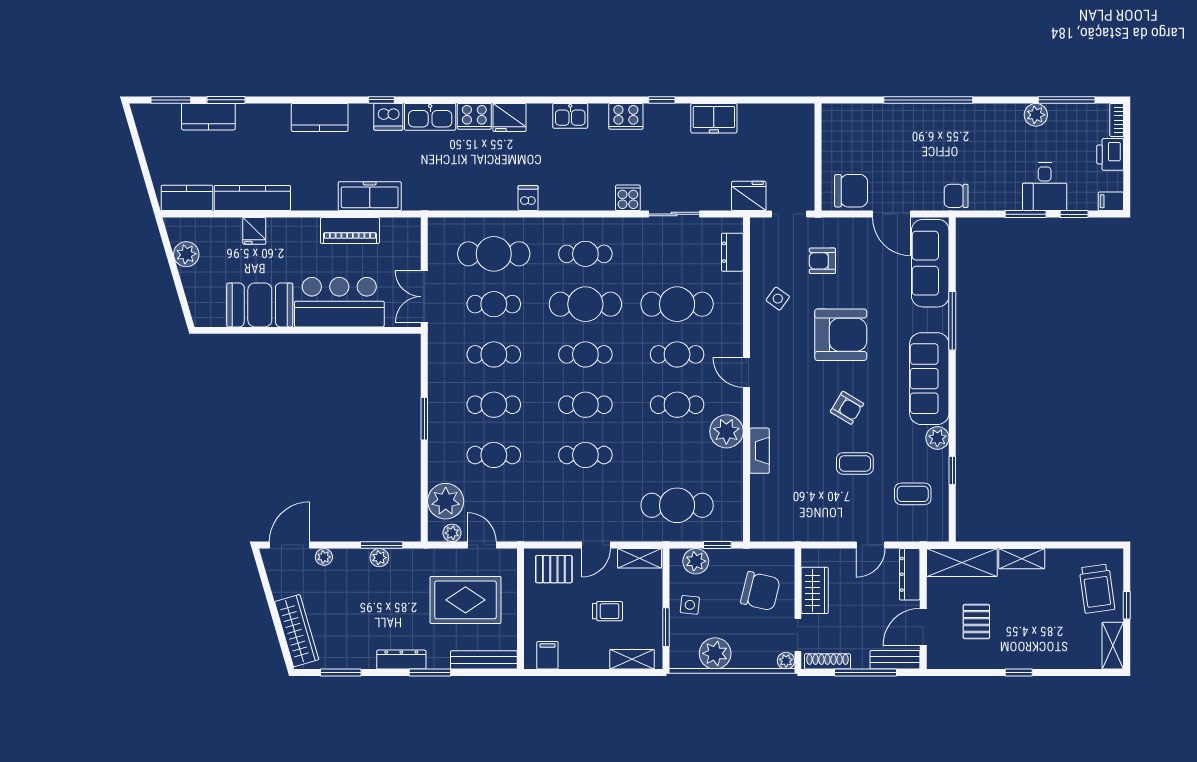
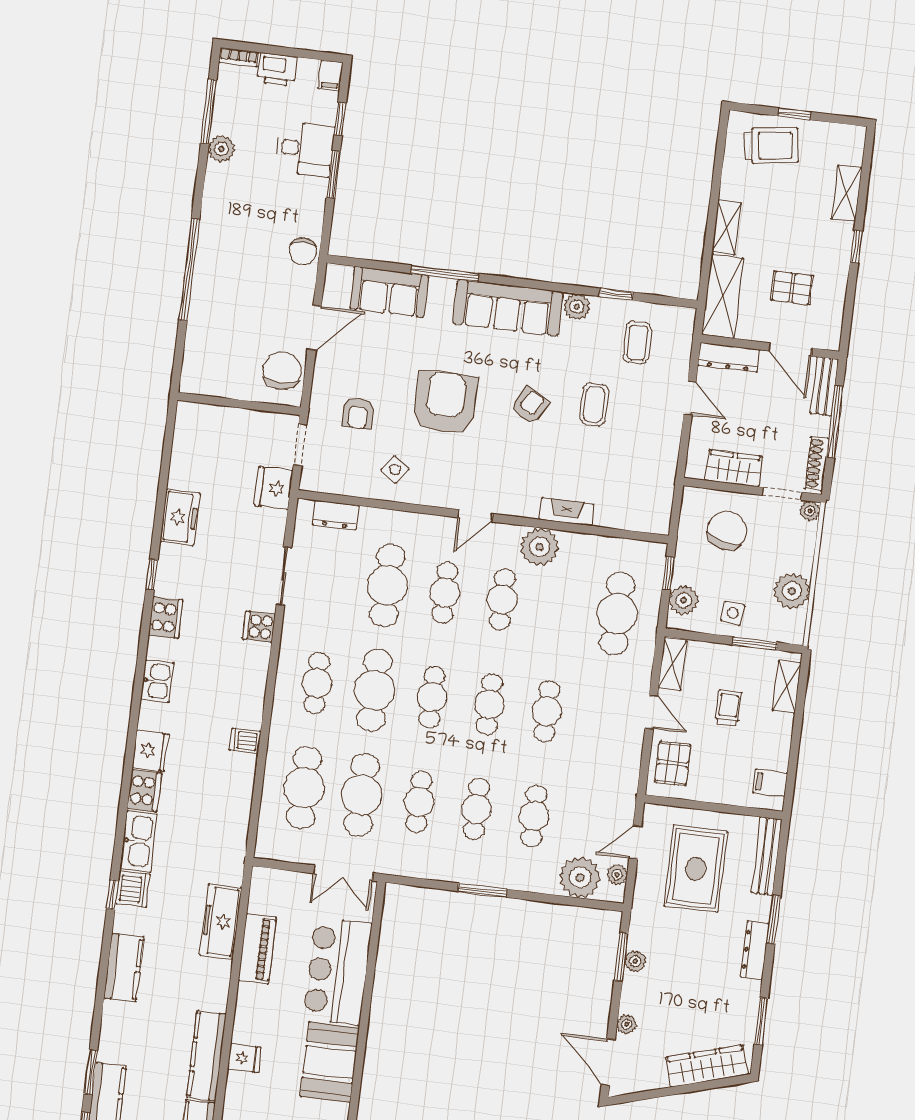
sofa: (930, 263) -> (389, 292), width x0.73
cafe table: (494, 304) -> (362, 795), width x1.37, depth x1.35
shelving: (1113, 646) -> (847, 193), moved, turned 90

